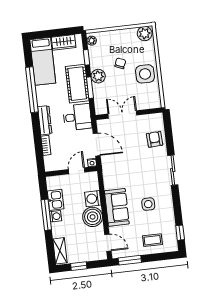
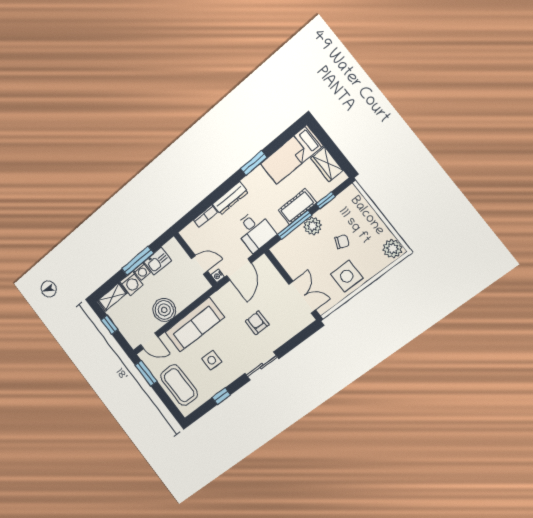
plant: (92, 41) -> (348, 194), removed
cot: (77, 84) -> (297, 207), width x0.73, depth x0.75
window: (90, 88) -> (295, 225), width x1.44
window: (32, 90) -> (254, 163), width x0.47
double door: (122, 115) -> (302, 297), moved
armchair: (155, 139) -> (257, 323), moved, turned -87
washing machine: (93, 199) -> (131, 283), moved, turned 180
sofa: (117, 207) -> (195, 325), width x1.36
window: (180, 233) -> (221, 396), moved
coffee table: (152, 240) -> (179, 385), width x1.86, depth x1.72
door: (108, 243) -> (149, 341), hinge flipped

